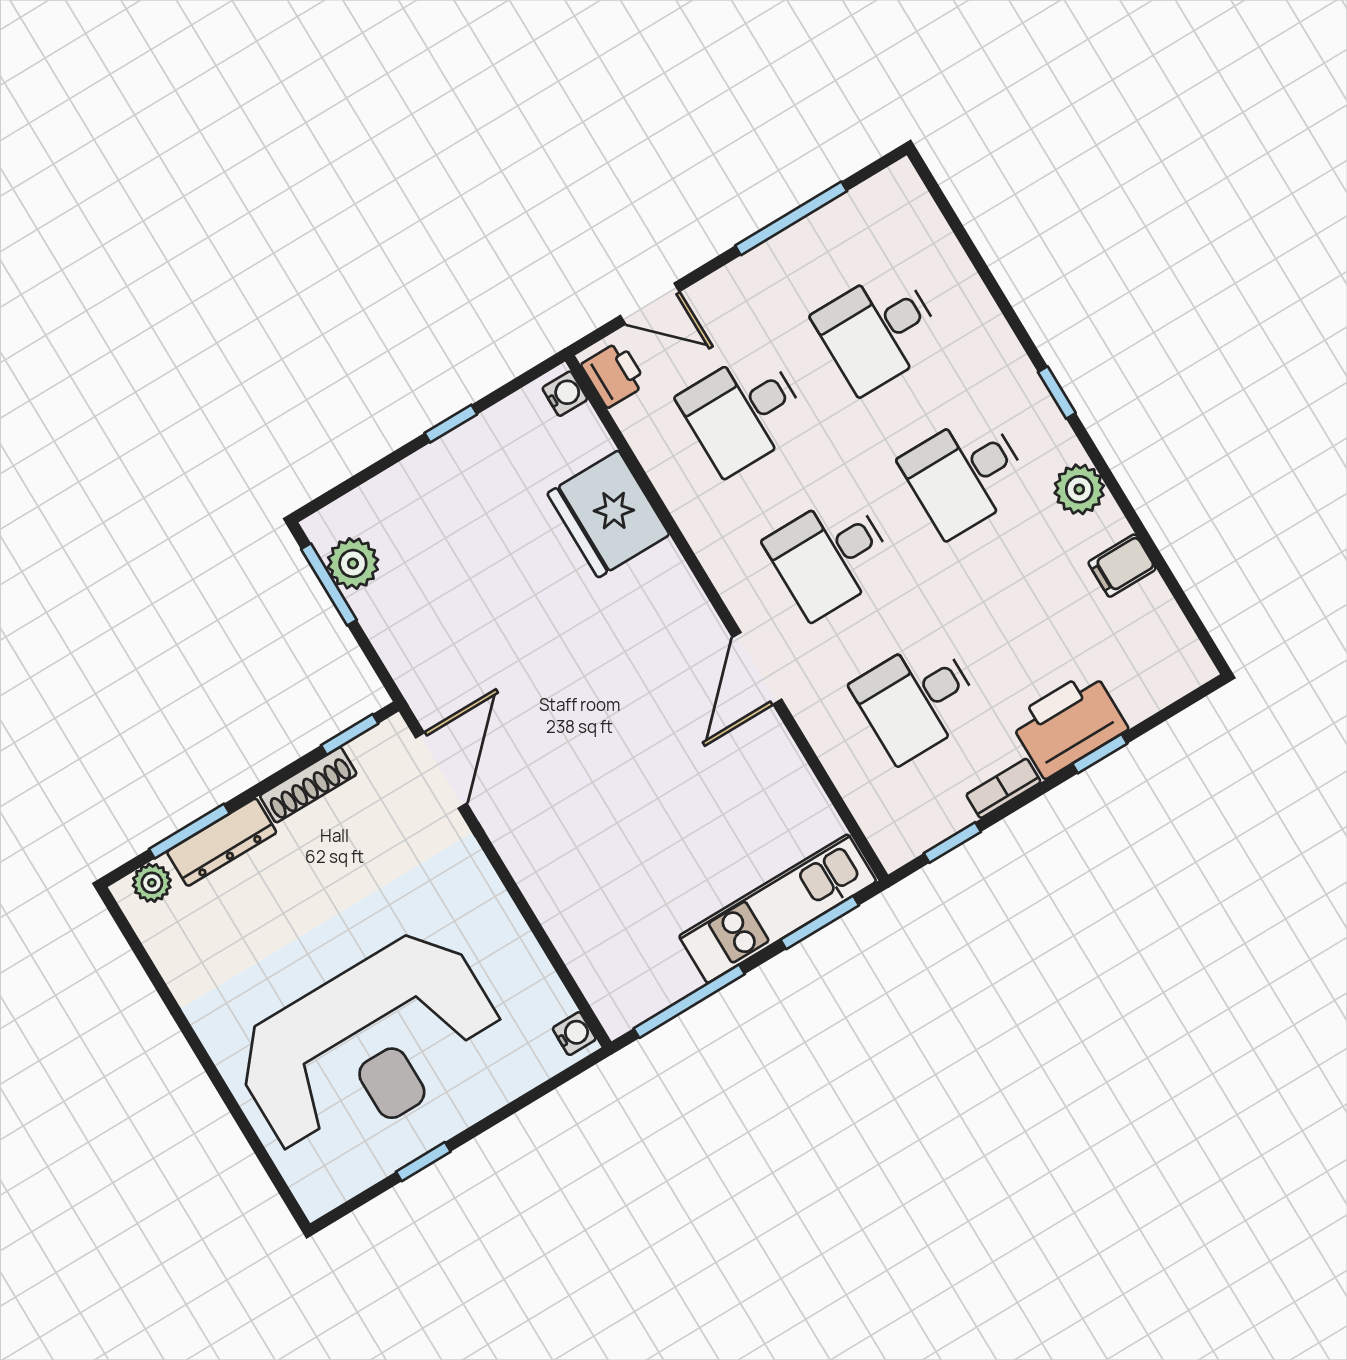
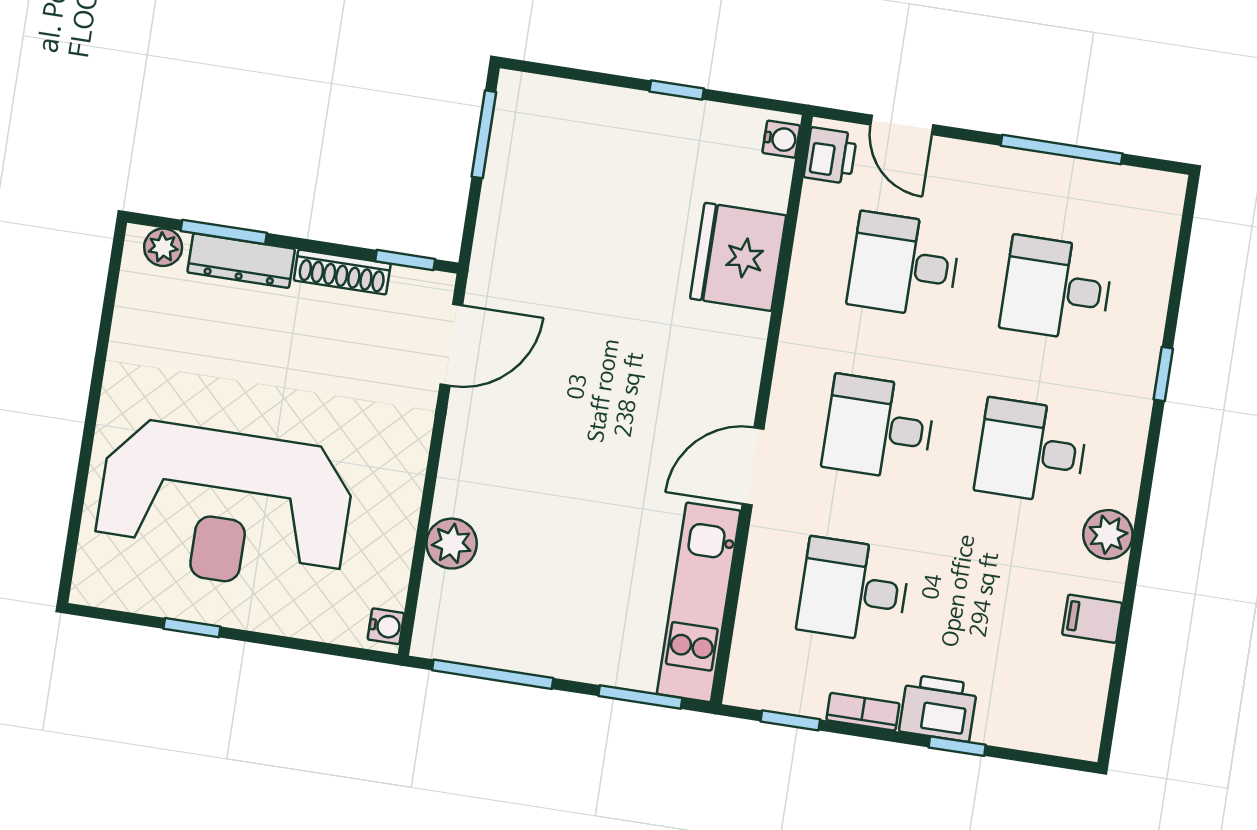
window: (1057, 393) -> (1163, 374), moved
plant: (353, 563) -> (452, 544), moved
printer: (1069, 724) -> (938, 708), width x0.73, depth x0.84
kitchen unit: (778, 909) -> (699, 602), moved, turned -90

